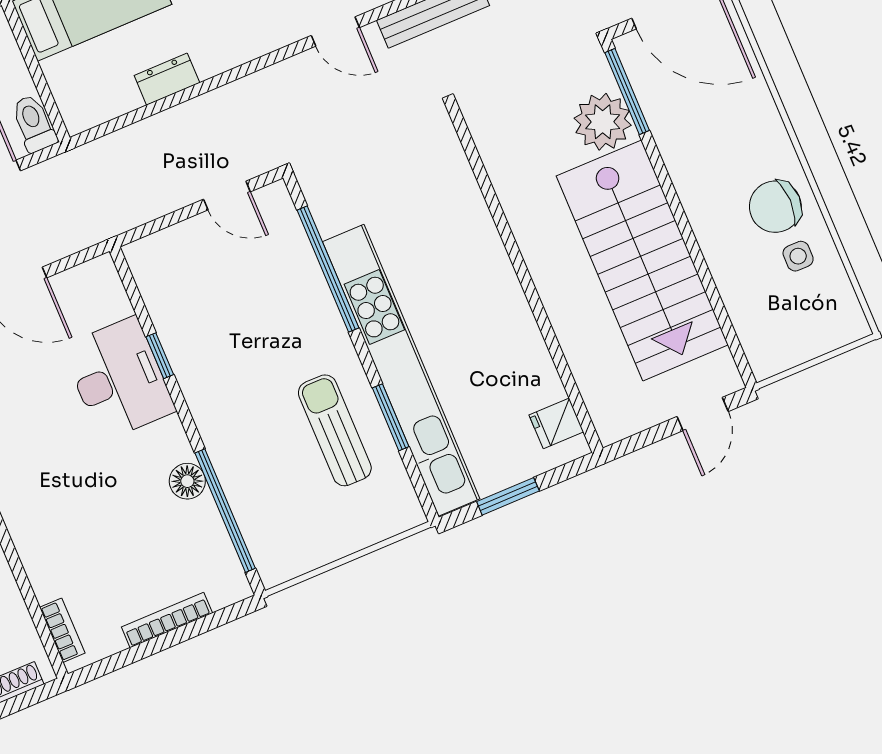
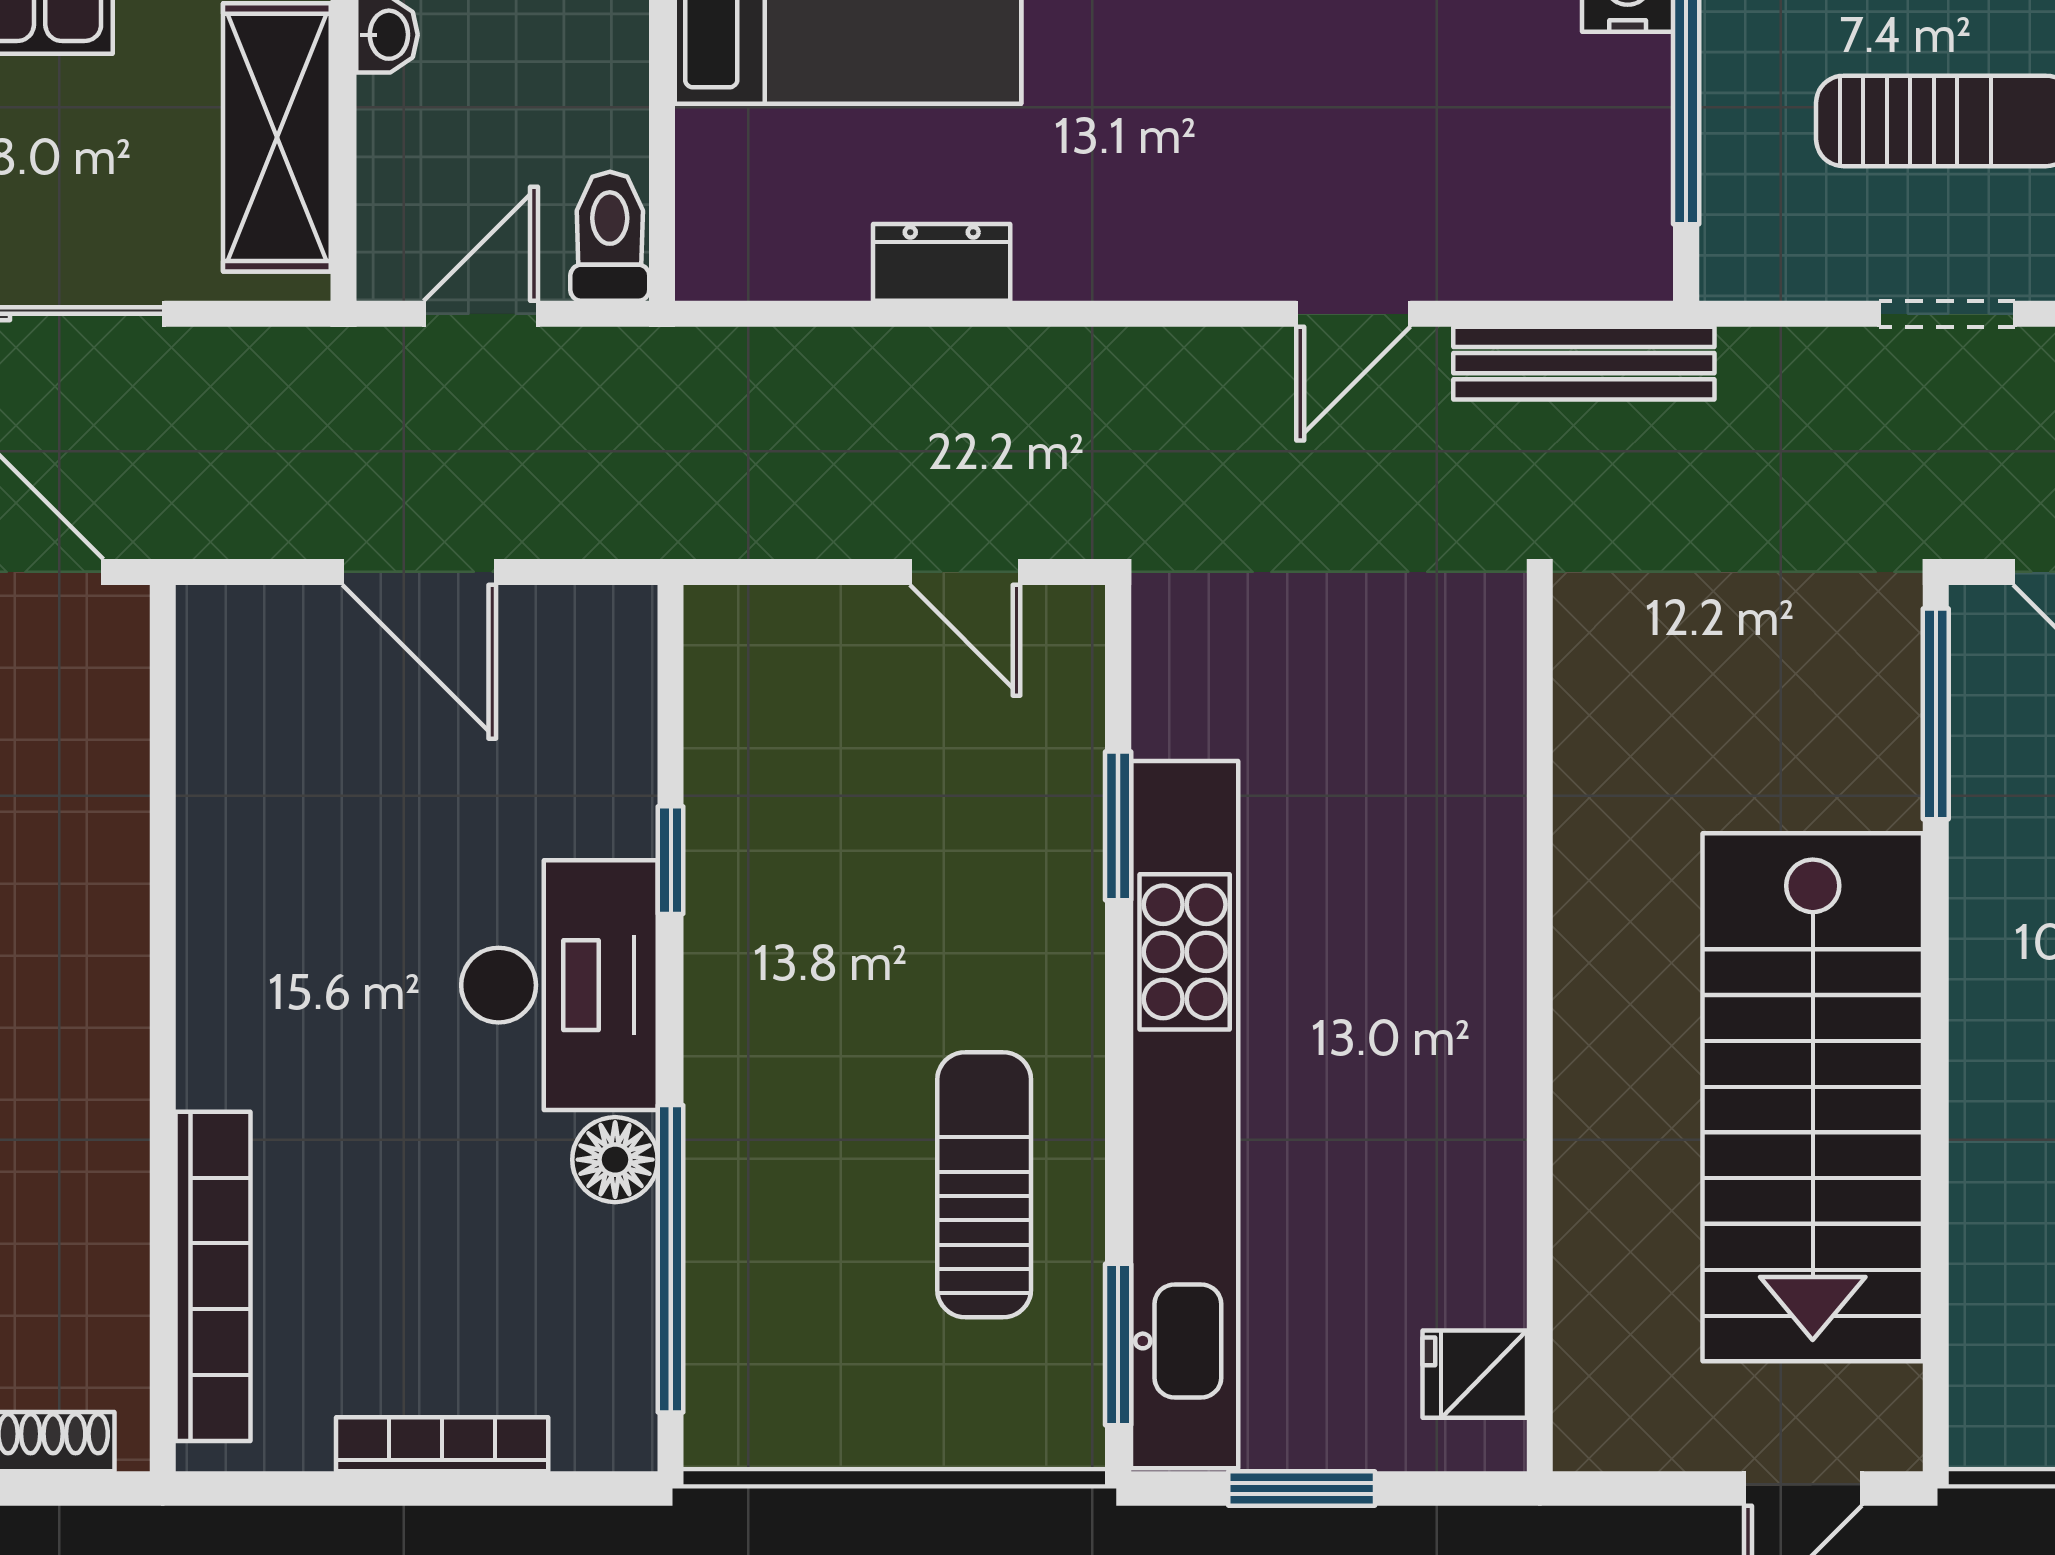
door: (335, 32) -> (1353, 314), hinge flipped
plant: (603, 122) -> (1854, 758), removed
window: (328, 269) -> (1118, 826), width x0.47
desk: (119, 379) -> (559, 985), moved
window: (391, 417) -> (1118, 1345), moved
bookcase: (62, 630) -> (213, 1276), width x2.31, depth x1.31

